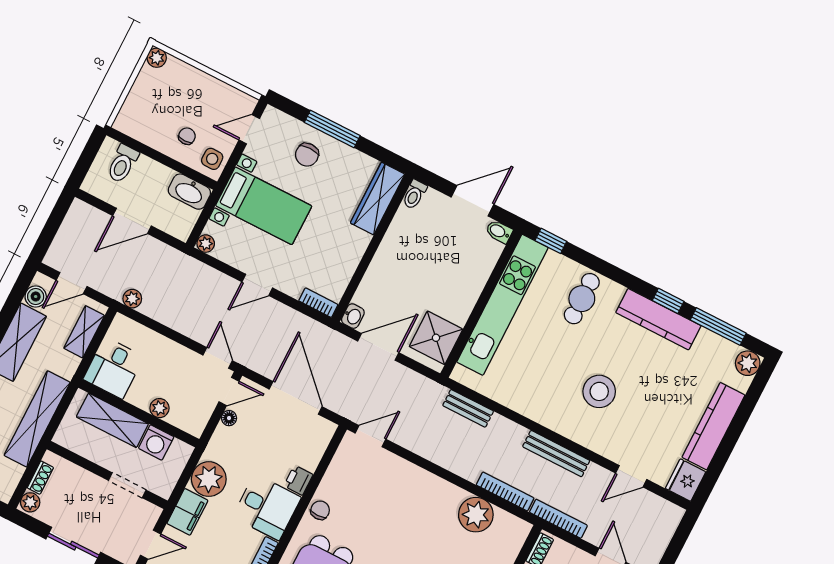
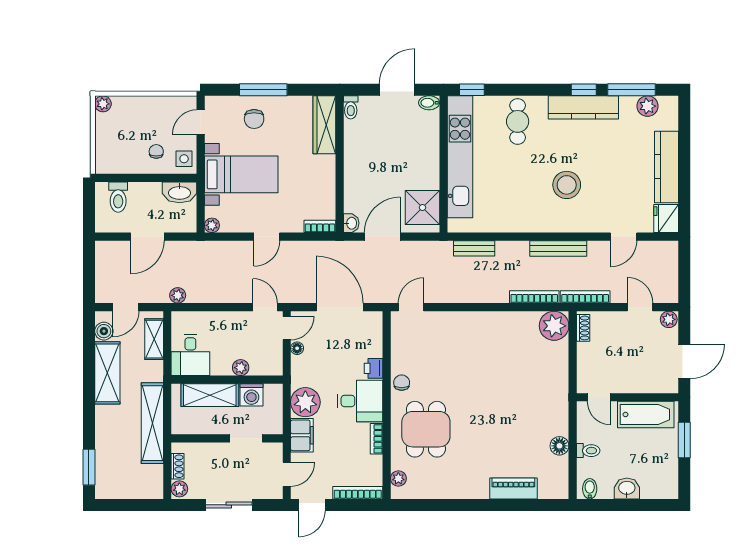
plant: (748, 363) -> (648, 106), moved
plant: (476, 515) -> (554, 326), moved

